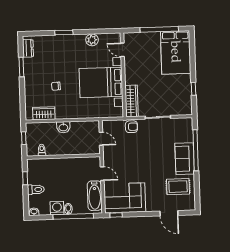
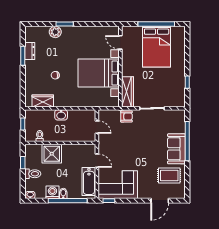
plant: (92, 40) -> (55, 32), moved
dresser: (28, 48) -> (30, 51), moved
bed: (176, 52) -> (157, 47), moved
shower: (55, 168) -> (52, 154), added
door: (169, 213) -> (160, 201), hinge flipped

